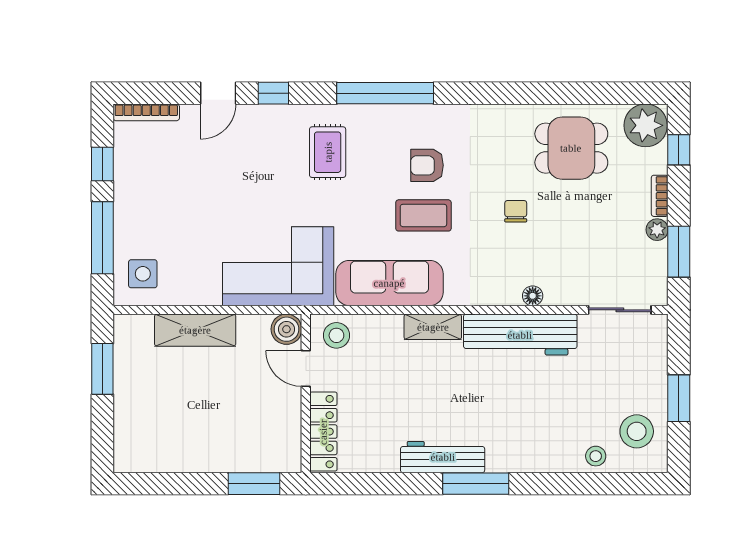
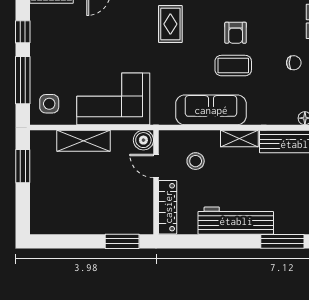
armchair: (427, 165) -> (236, 33), turned -90
chair: (516, 211) -> (294, 63), turned 90
corner sofa: (278, 266) -> (113, 99), moved
stool: (336, 335) -> (196, 161), moved
workbench: (443, 457) -> (236, 221), width x1.36, depth x1.32
window: (476, 484) -> (282, 241), moved

